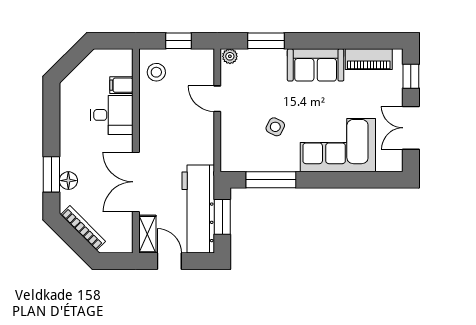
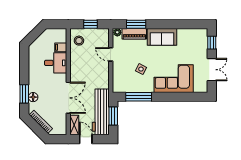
piano: (369, 59) -> (134, 34), moved
double door: (411, 128) -> (212, 70), swing flipped
double door: (136, 182) -> (68, 98), swing flipped

